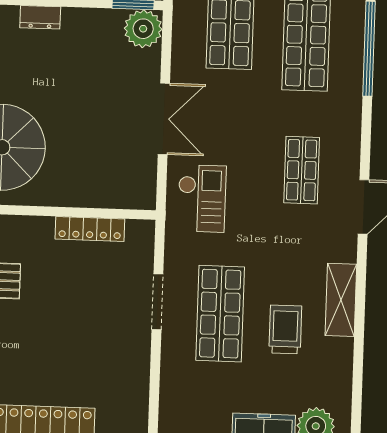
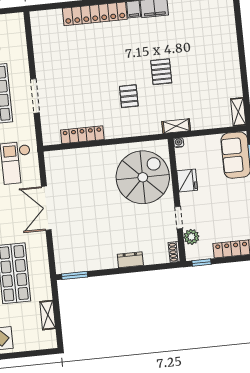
plant: (143, 29) -> (66, 261), removed

